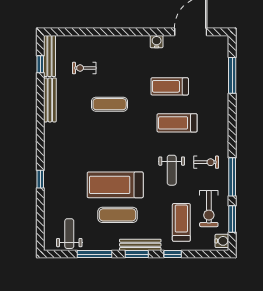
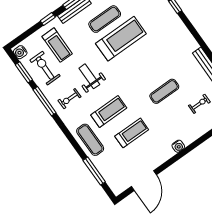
water cooler: (157, 42) -> (178, 146), moved
exercise mat: (214, 108) -> (90, 140), added

